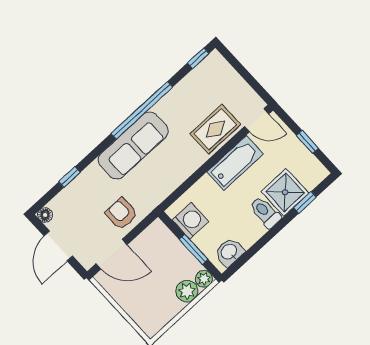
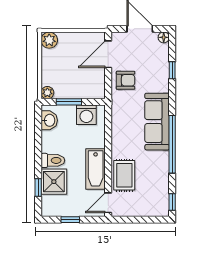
plant: (187, 291) -> (49, 40), moved

